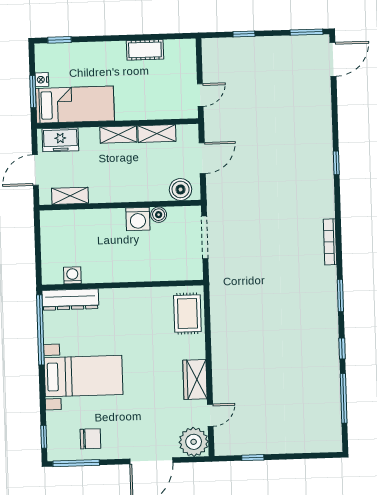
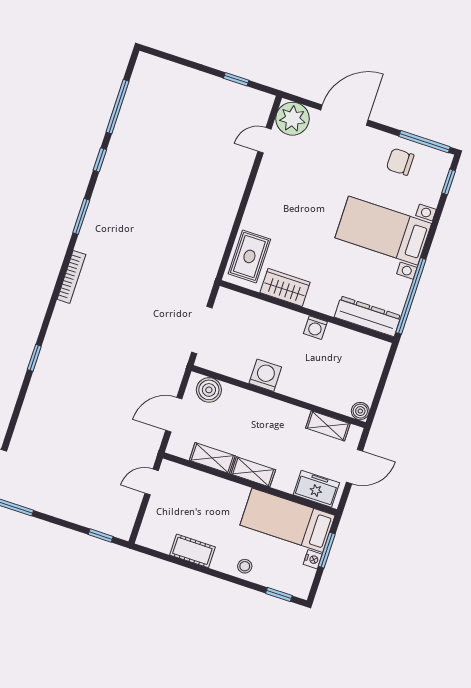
window: (244, 34) -> (101, 536), moved
stool: (97, 53) -> (245, 566), added
boiler: (159, 215) -> (360, 411), moved
washing machine: (72, 275) -> (315, 328), moved
wardrobe: (195, 379) -> (285, 287), moved, turned -90

